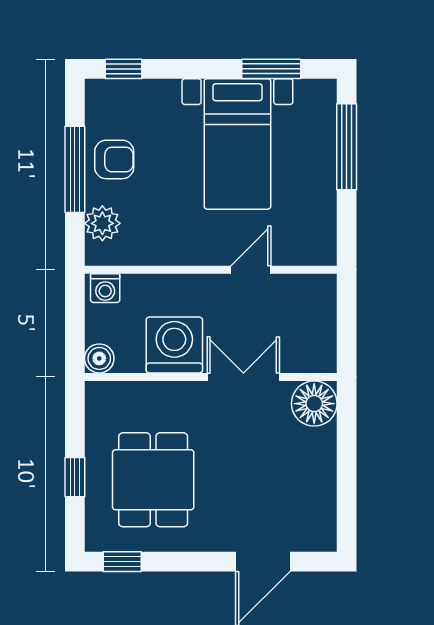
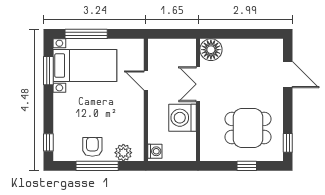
bed with nightstands: (237, 144) -> (85, 66), moved
boiler: (99, 358) -> (189, 154), removed

